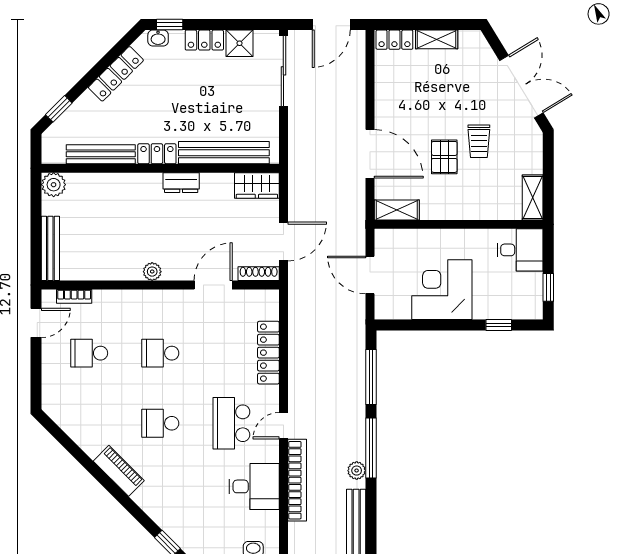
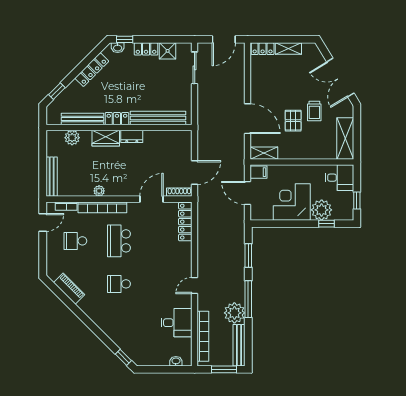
sliding door: (283, 71) -> (195, 68), width x0.73
double door: (521, 87) -> (340, 78), swing flipped
plant: (54, 185) -> (72, 138), moved
wardrobe: (257, 185) -> (106, 138), moved
shelving: (533, 197) -> (345, 139), width x1.50, depth x1.33
filing cabinet: (388, 241) -> (259, 172), added
plant: (152, 272) -> (99, 191), moved
bookcase: (133, 298) -> (102, 207), added
plant: (491, 303) -> (322, 210), added
school desk: (160, 353) -> (119, 241), width x1.85
locker: (268, 353) -> (185, 222), moved
window: (371, 377) -> (248, 256), width x0.69
school desk: (231, 423) -> (163, 284), removed
piano: (119, 471) -> (69, 289), moved
plant: (357, 471) -> (234, 313), width x1.88, depth x1.88
bookcase: (297, 480) -> (203, 336), moved

